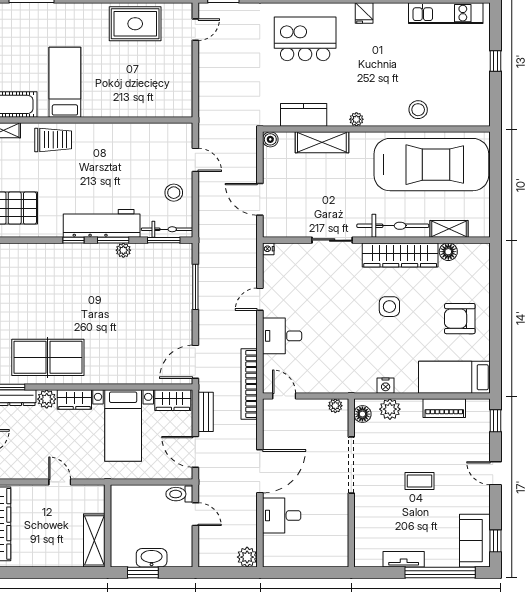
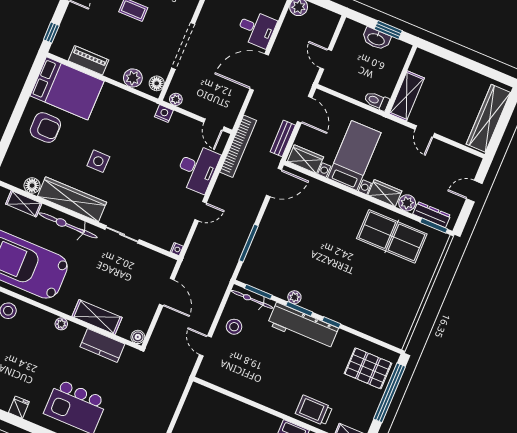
desk: (282, 336) -> (197, 169), width x1.37
bed: (454, 377) -> (67, 88), width x1.50
nightstand: (386, 386) -> (164, 114), moved
toilet: (179, 494) -> (377, 101), moved, turned 180
shelving: (94, 540) -> (407, 96), moved

